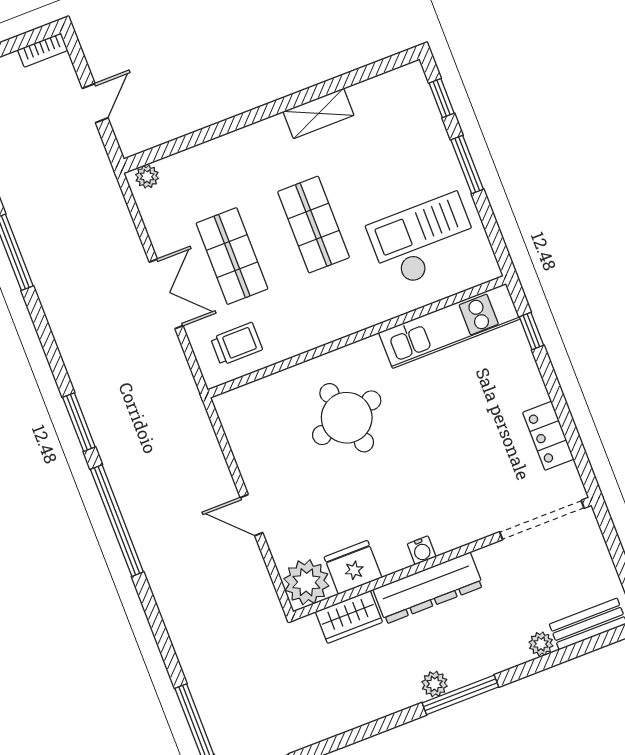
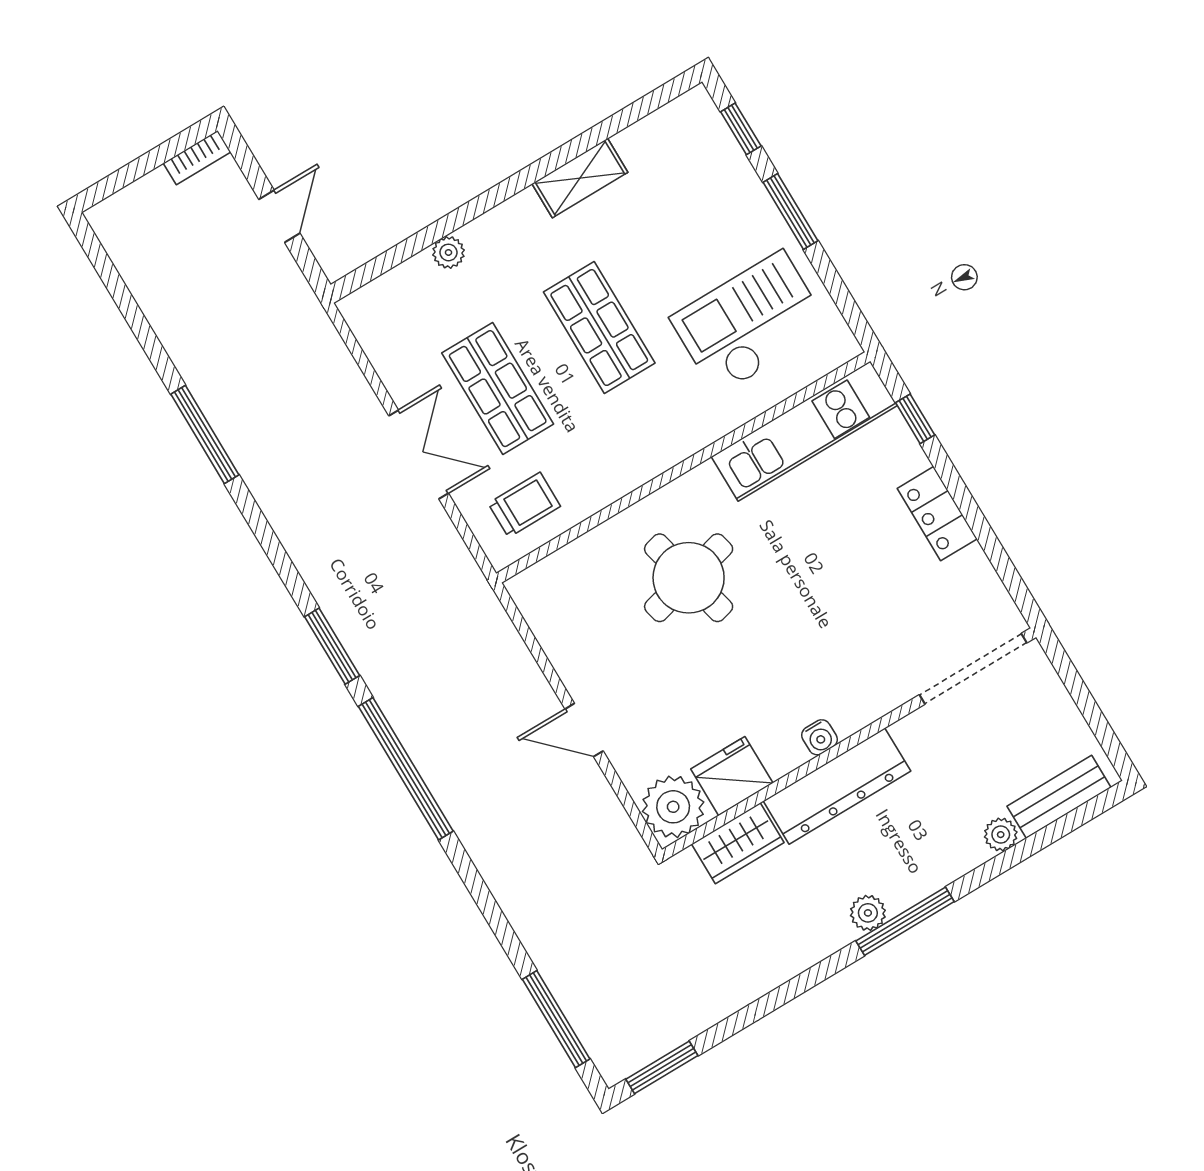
plant: (147, 177) -> (449, 252), moved
locker: (548, 436) -> (937, 514), moved

